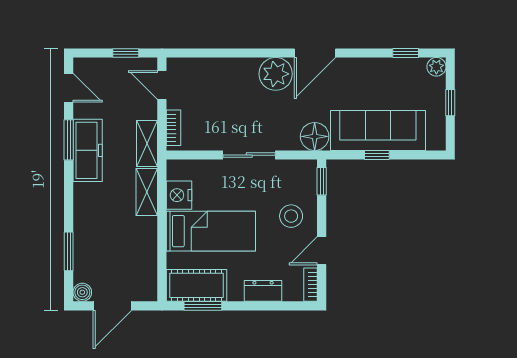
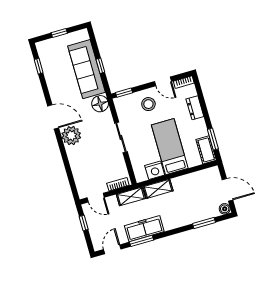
plant: (436, 67) -> (41, 47), removed
door: (162, 85) -> (96, 198), hinge flipped
cot: (196, 285) -> (206, 150), width x0.73, depth x0.75

